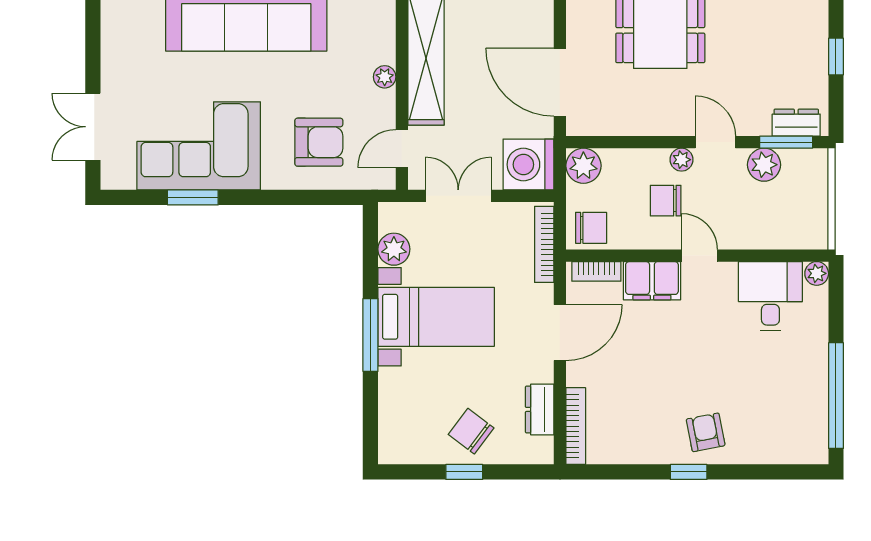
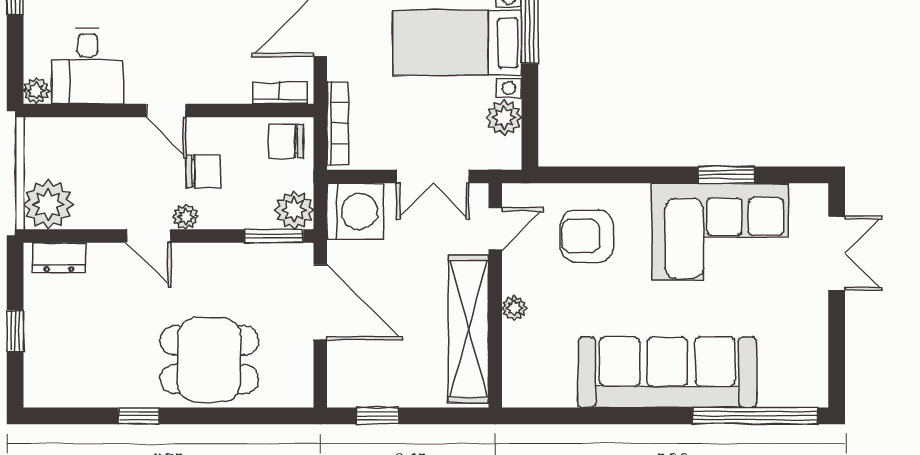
window: (786, 142) -> (274, 236), moved
plant: (764, 165) -> (48, 204), moved, width x1.36, depth x1.36
filing cabinet: (652, 281) -> (219, 83), removed

